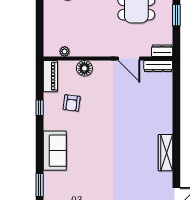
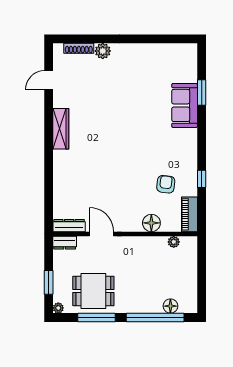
sofa: (55, 151) -> (185, 105), moved

